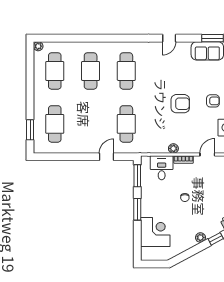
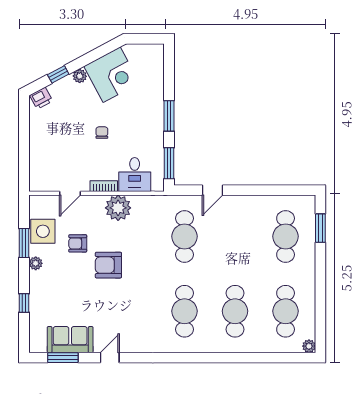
door: (169, 38) -> (110, 358), moved
armchair: (213, 101) -> (78, 243), moved
plant: (173, 148) -> (118, 208), width x1.88, depth x1.88
corner desk: (155, 232) -> (112, 75), moved, turned -118

